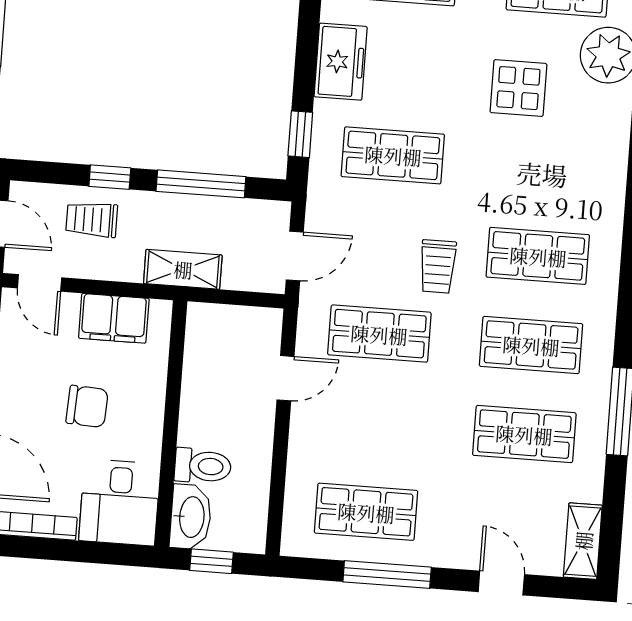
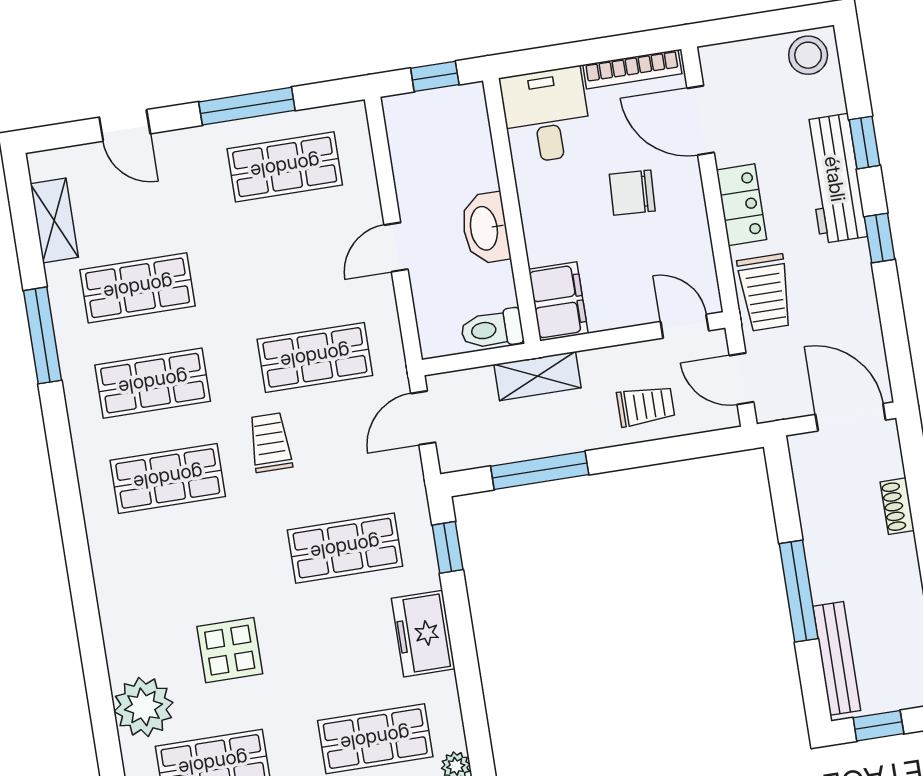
window: (110, 177) -> (637, 455), removed
filing cabinet: (114, 318) -> (558, 301), moved, turned 90
door: (286, 378) -> (396, 247), moved
chair: (87, 406) -> (632, 193), moved
toilet: (203, 466) -> (492, 329), moved
washbasin: (191, 517) -> (485, 228), moved
shelving: (583, 541) -> (54, 220), moved

